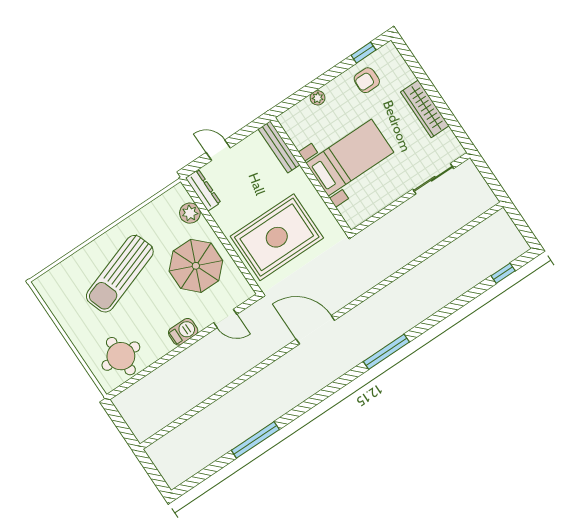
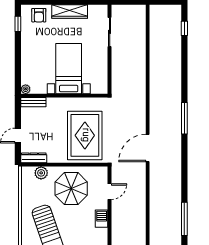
armchair: (367, 80) -> (39, 15), moved
plant: (318, 98) -> (26, 89), moved
bench: (279, 147) -> (33, 102), width x0.73

